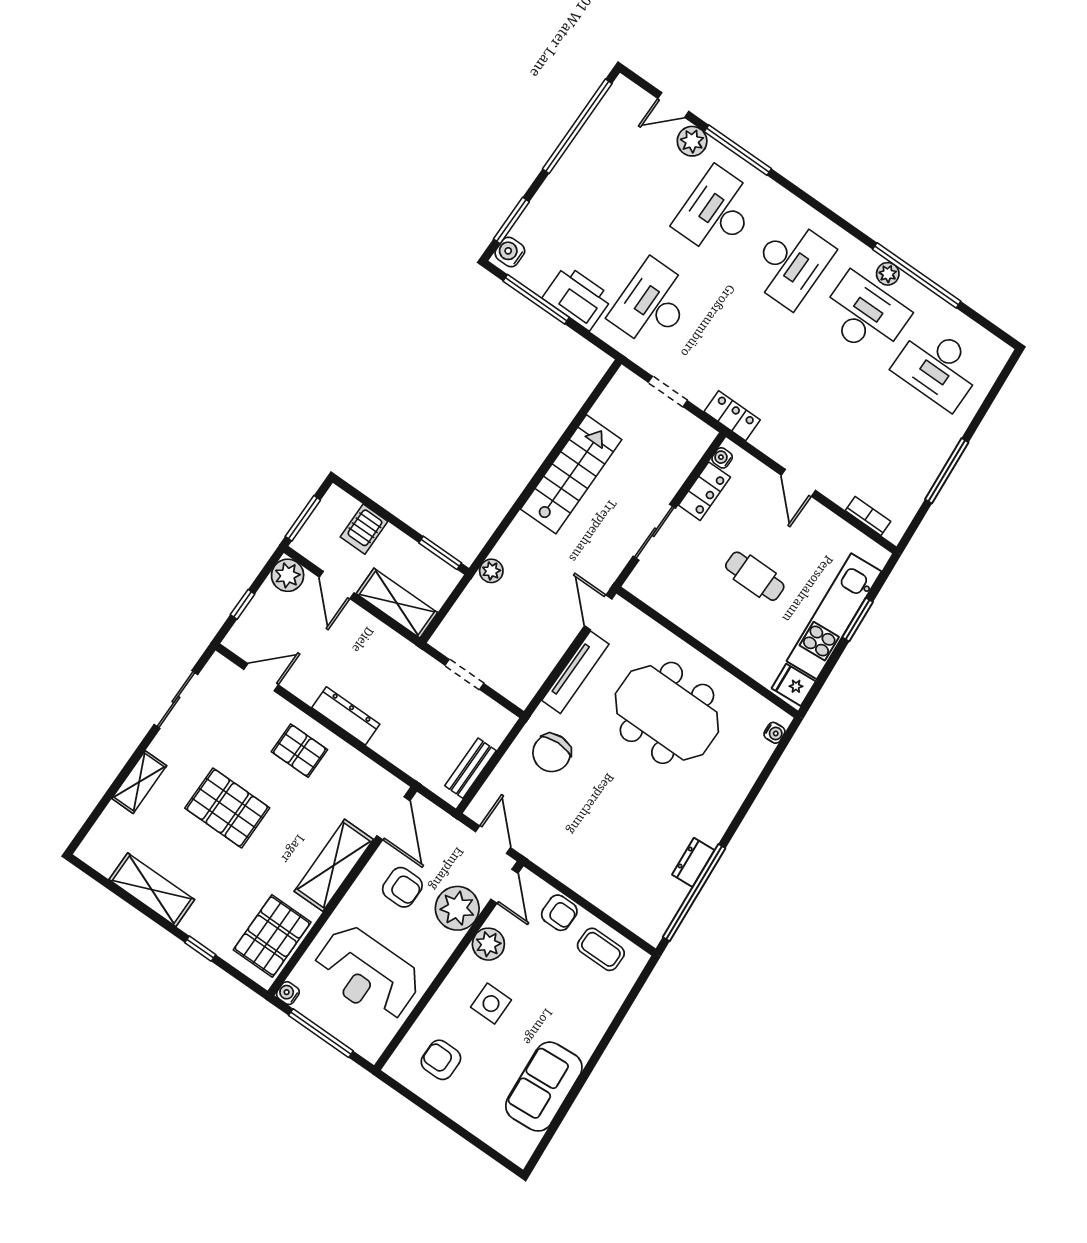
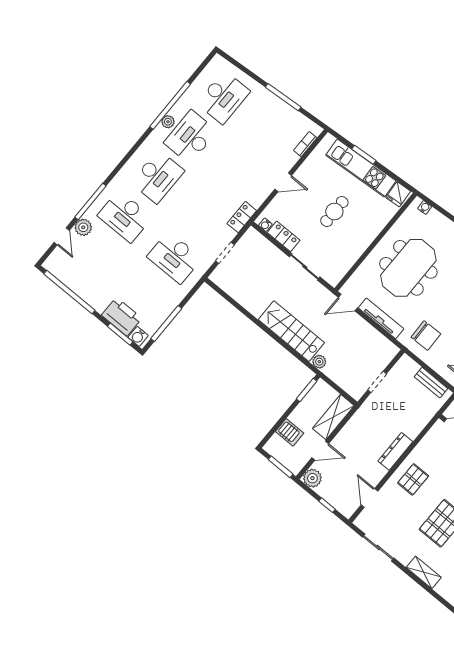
desk: (791, 264) -> (158, 177), turned 90
printer: (577, 298) -> (122, 317), moved, turned 90
stairs: (571, 474) -> (291, 331), moved

